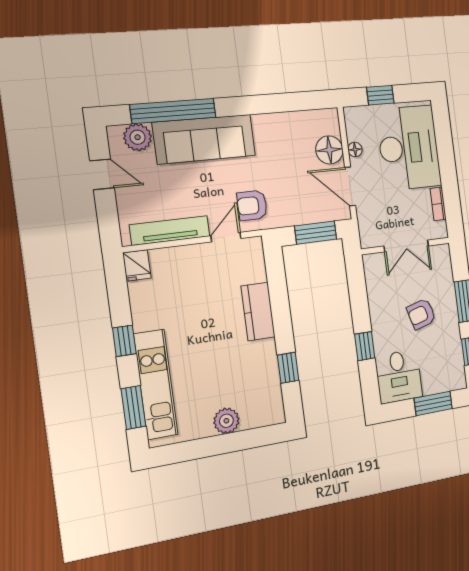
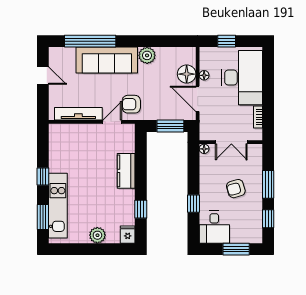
plant: (138, 137) -> (147, 55), moved
floor lamp: (369, 261) -> (204, 149), added
fridge: (137, 265) -> (128, 235), moved, turned 180

